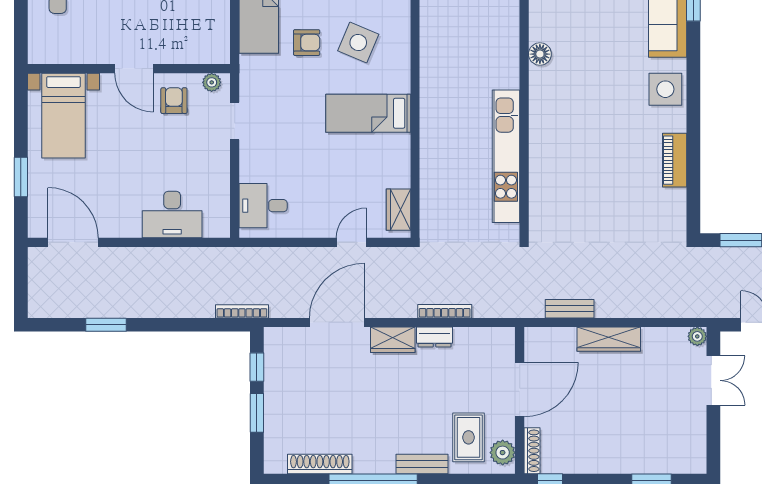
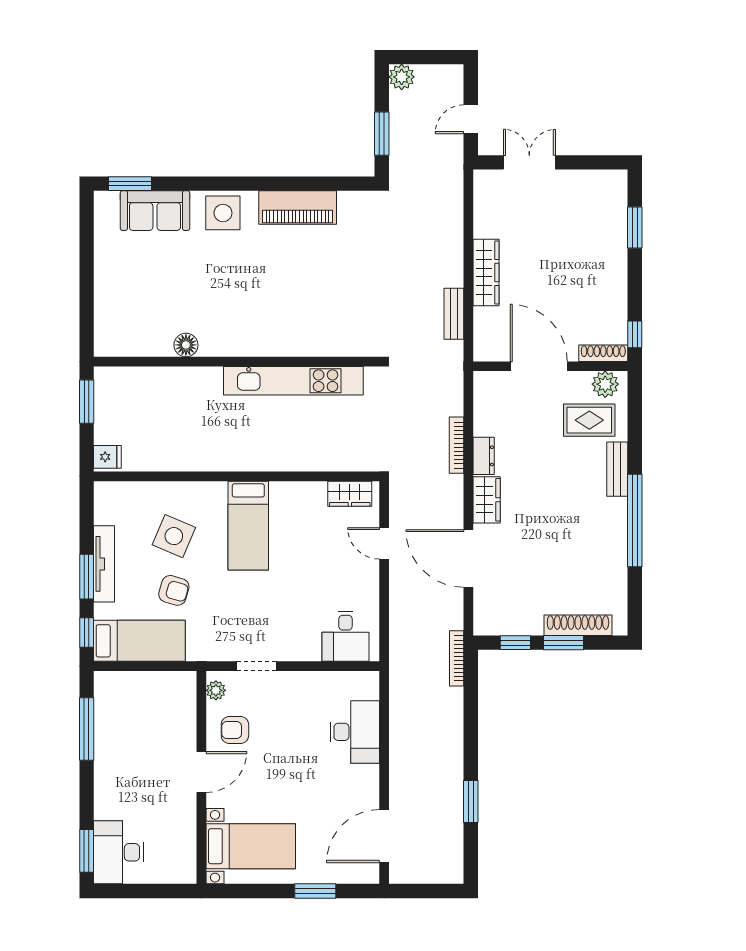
armchair: (307, 43) -> (174, 590), turned 106
piano: (675, 160) -> (298, 207), width x1.37, depth x1.33
plant: (697, 336) -> (483, 179), removed
shoe rack: (320, 464) -> (578, 625), moved, turned 90

